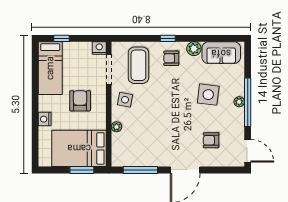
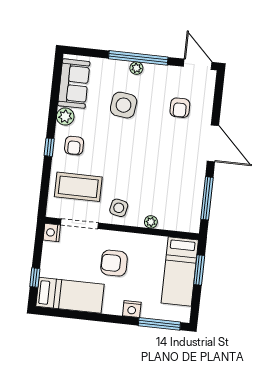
window: (35, 143) -> (159, 324), added
bed: (79, 148) -> (180, 272), width x0.67
door: (248, 151) -> (198, 64), hinge flipped

